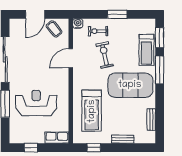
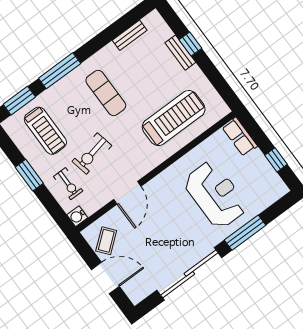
treadmill: (146, 50) -> (45, 131), moved, turned 90
door: (71, 58) -> (127, 193), hinge flipped
exercise mat: (130, 85) -> (106, 93), width x0.50, depth x0.69
reception desk: (36, 103) -> (215, 195), turned 180
window: (94, 148) -> (190, 44), moved

